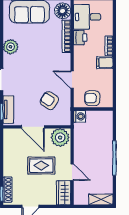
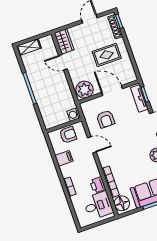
filing cabinet: (105, 63) -> (64, 158), moved
armchair: (49, 101) -> (106, 119), turned 57
rug: (41, 166) -> (107, 55), moved

